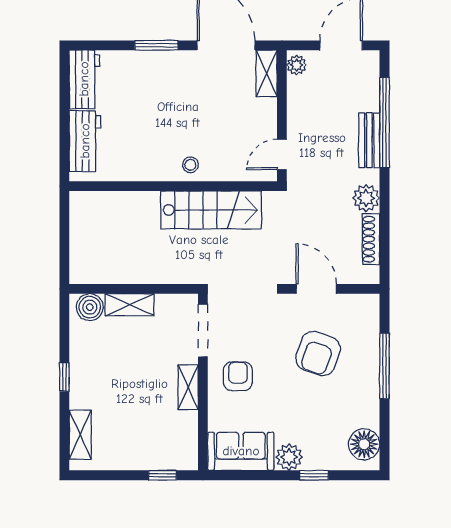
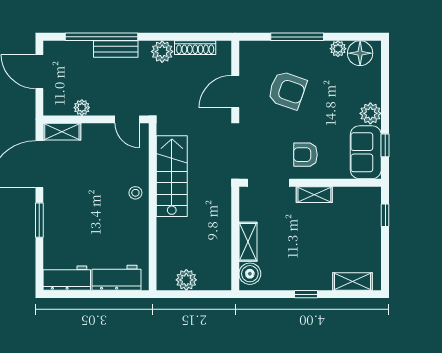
plant: (297, 65) -> (82, 108), moved
plant: (82, 228) -> (186, 280), added
plant: (370, 417) -> (338, 49), added
window: (314, 475) -> (385, 145), moved

